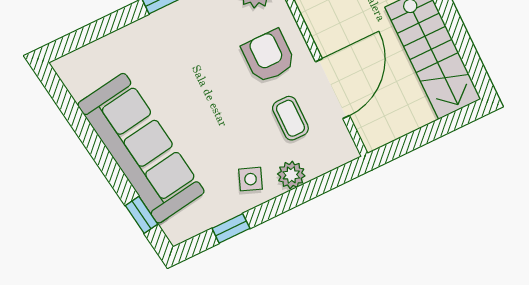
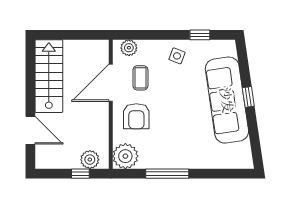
plant: (291, 175) -> (129, 48), moved
window: (141, 215) -> (248, 97), moved

